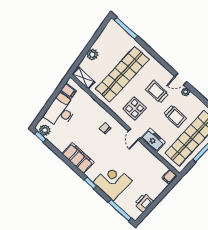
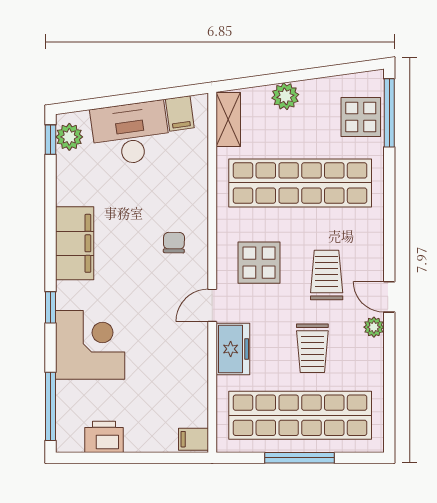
display table: (119, 38) -> (361, 117), added

